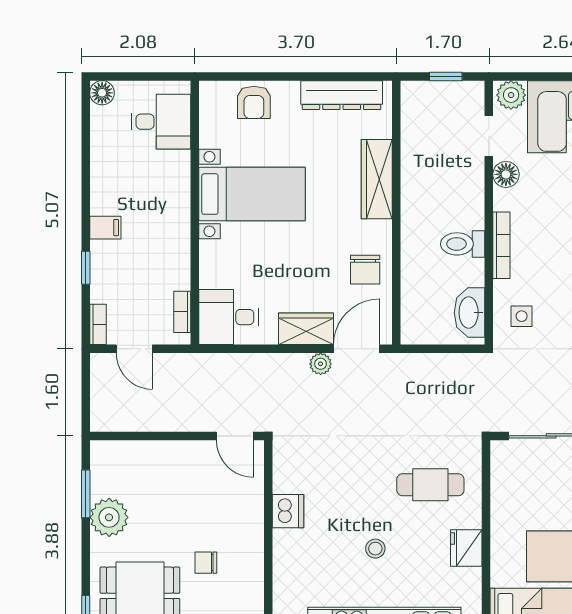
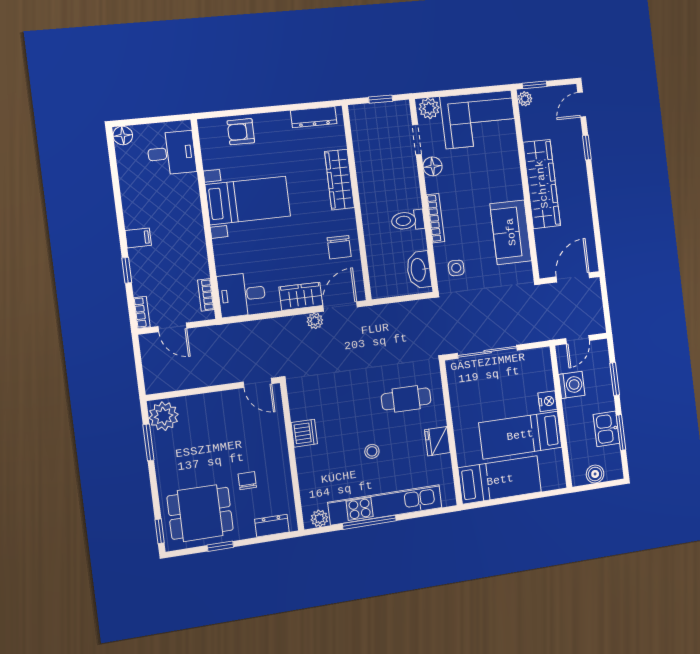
dresser: (342, 95) -> (314, 117), width x0.73, depth x0.80
armchair: (254, 102) -> (241, 132), turned 90
plant: (109, 517) -> (164, 416), moved
chair: (206, 563) -> (247, 481), turned 90

